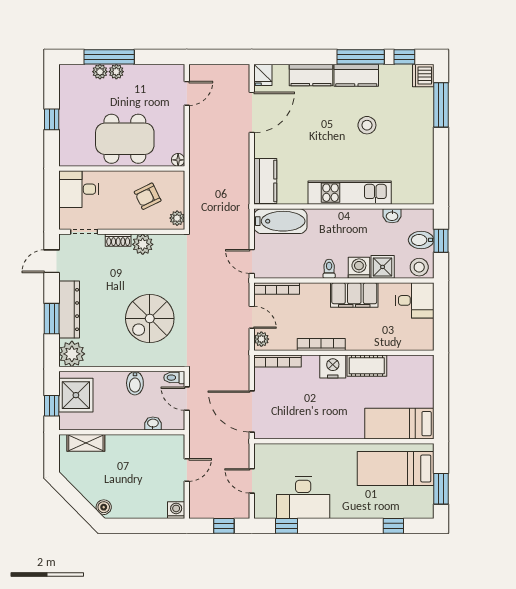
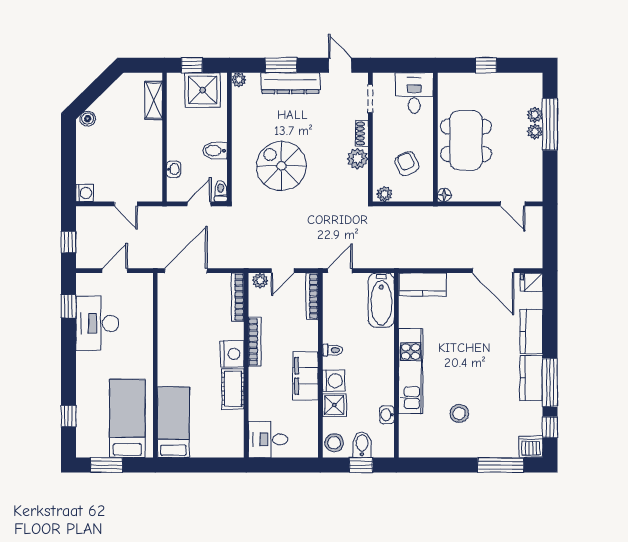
stool: (367, 125) -> (459, 413), moved
desk: (415, 300) -> (268, 439), moved, turned 90
plant: (72, 354) -> (239, 80), width x0.53, depth x0.53

